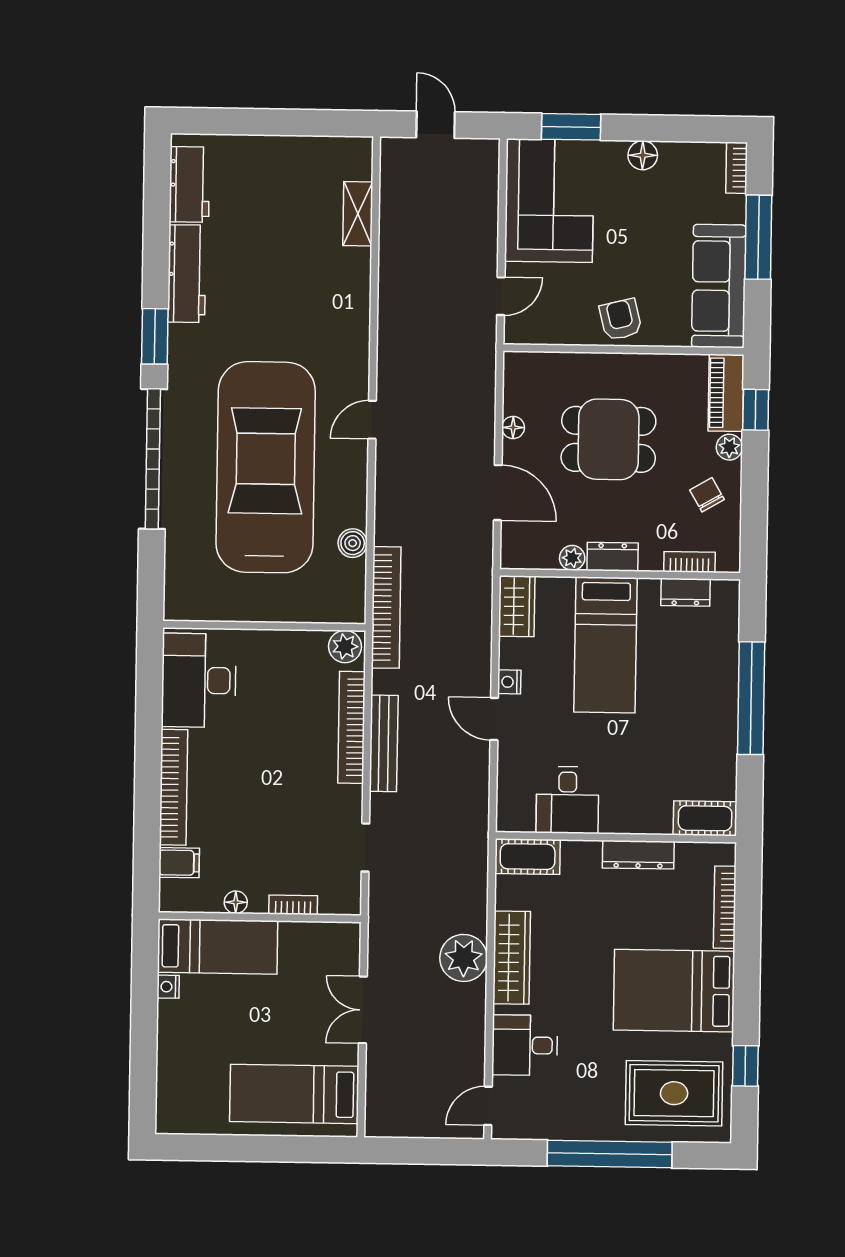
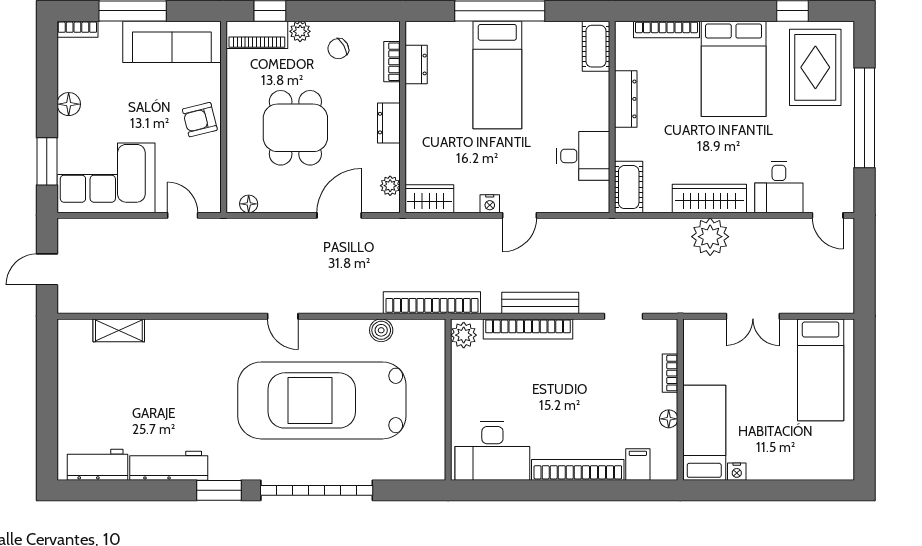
floor lamp: (513, 427) -> (249, 204), moved
plant: (572, 558) -> (390, 186), moved
bed: (606, 645) -> (497, 75), moved, turned 90

